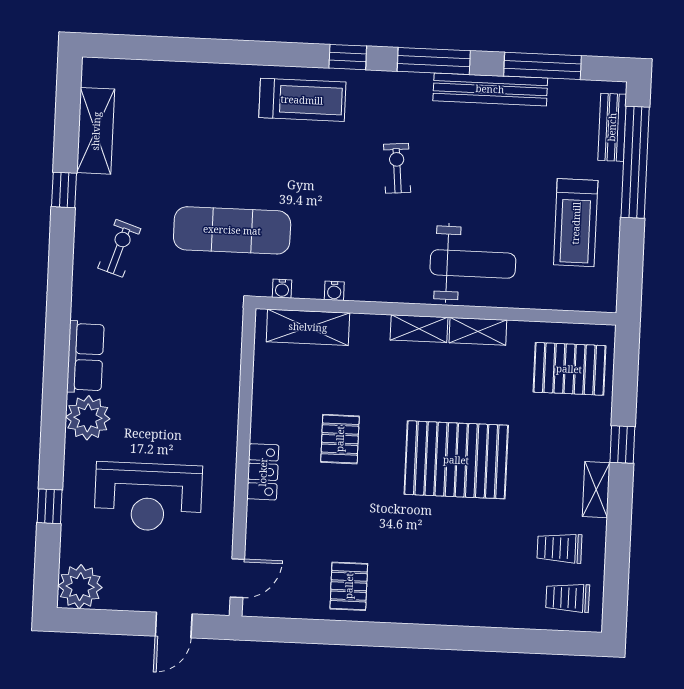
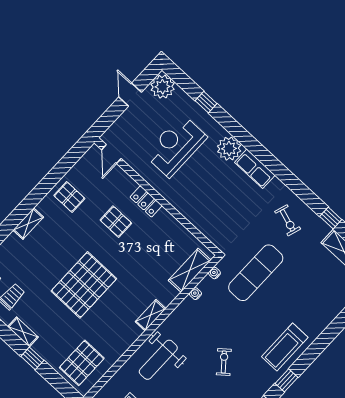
exercise bike: (397, 168) -> (224, 362), turned -125
shelving: (478, 331) -> (28, 224), moved
pallet: (340, 439) -> (116, 222), moved
door: (174, 625) -> (130, 95), moved

